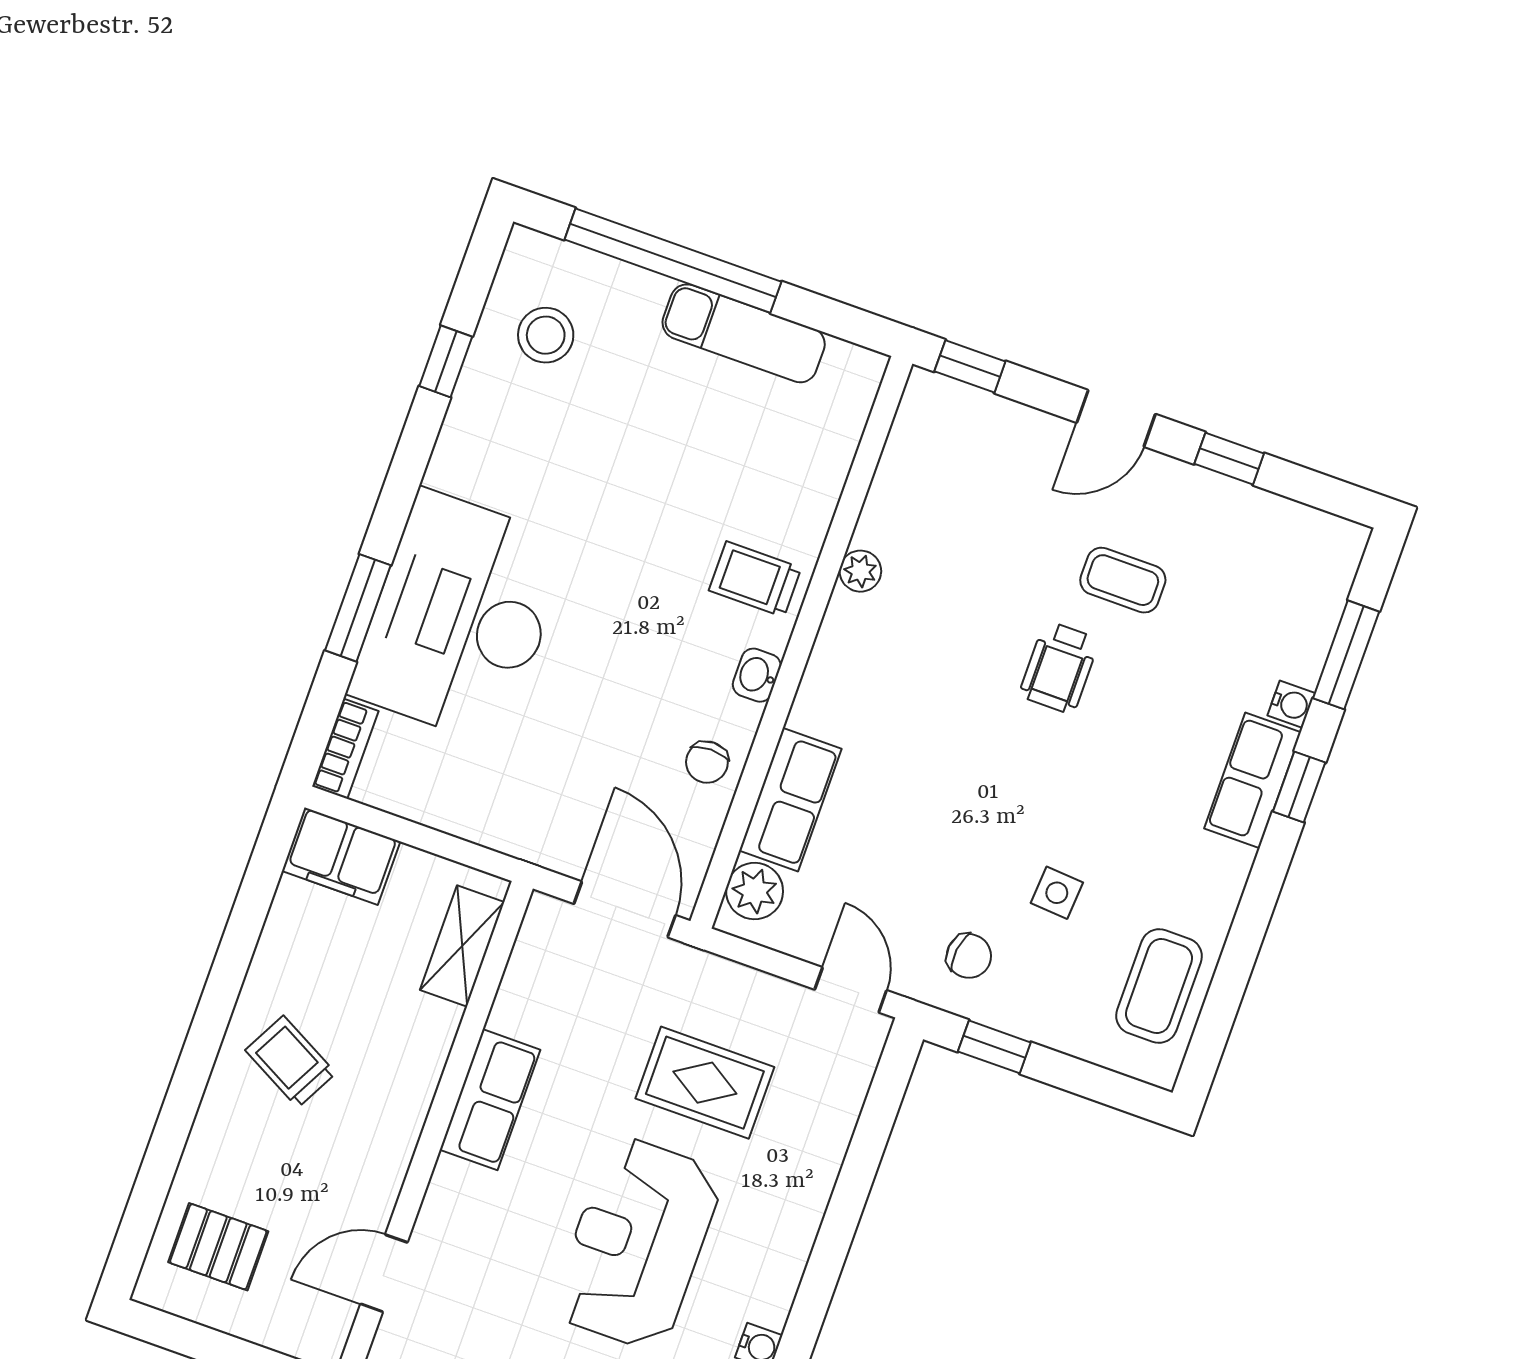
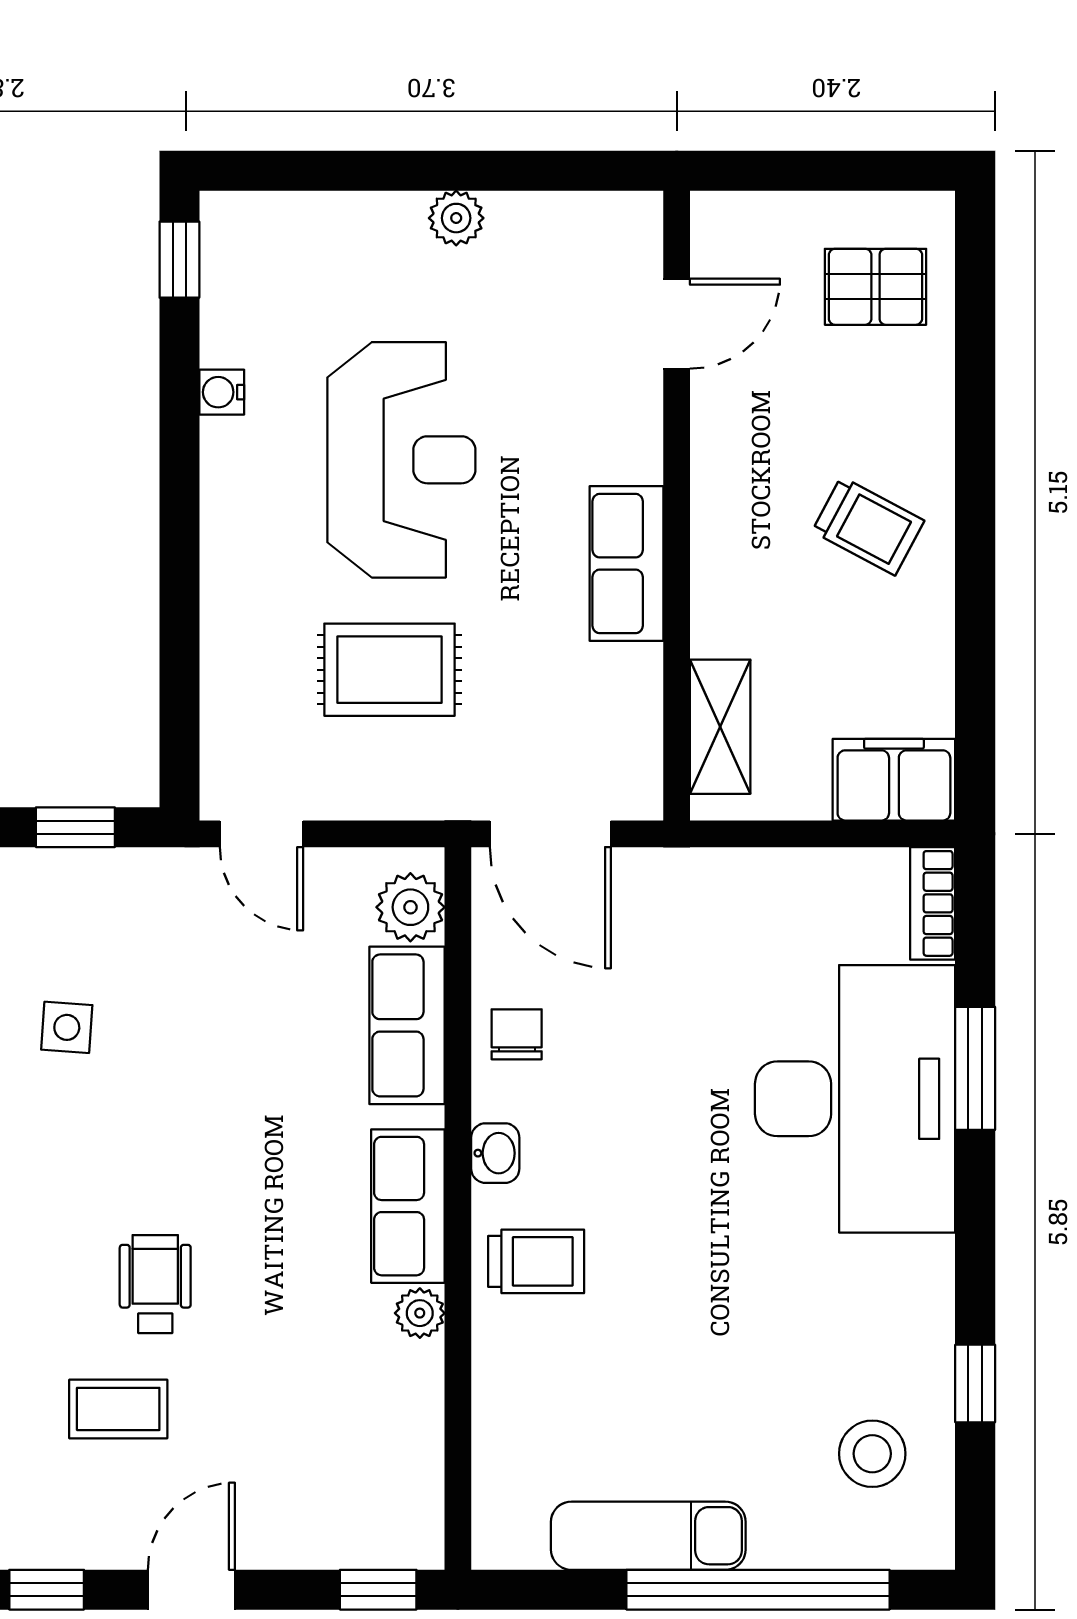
row of seats: (840, 658) -> (408, 1206), added
chair: (969, 956) -> (141, 920), removed

